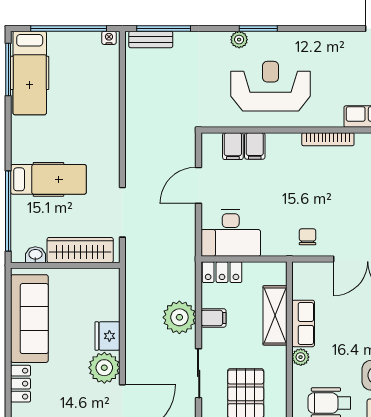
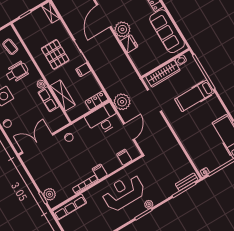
reception desk: (271, 86) -> (123, 193), turned 180
filing cabinet: (255, 146) -> (100, 172), moved
plant: (179, 317) -> (122, 102), moved
filing cabinet: (213, 318) -> (83, 70), moved

